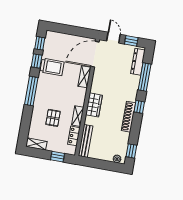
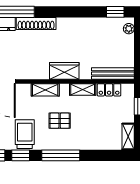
shelving: (84, 77) -> (45, 90), moved
window: (139, 107) -> (56, 12), removed
shoe rack: (128, 117) -> (36, 24), moved
pallet: (53, 118) -> (60, 121), moved

